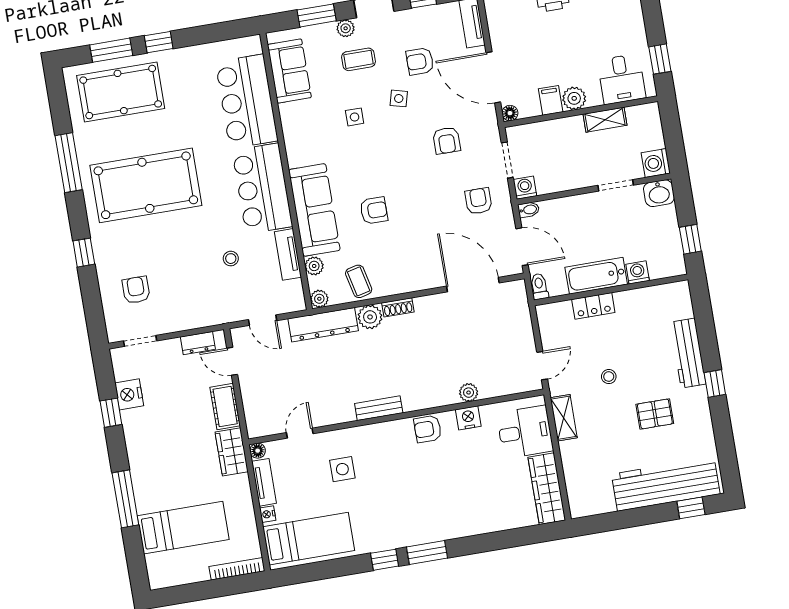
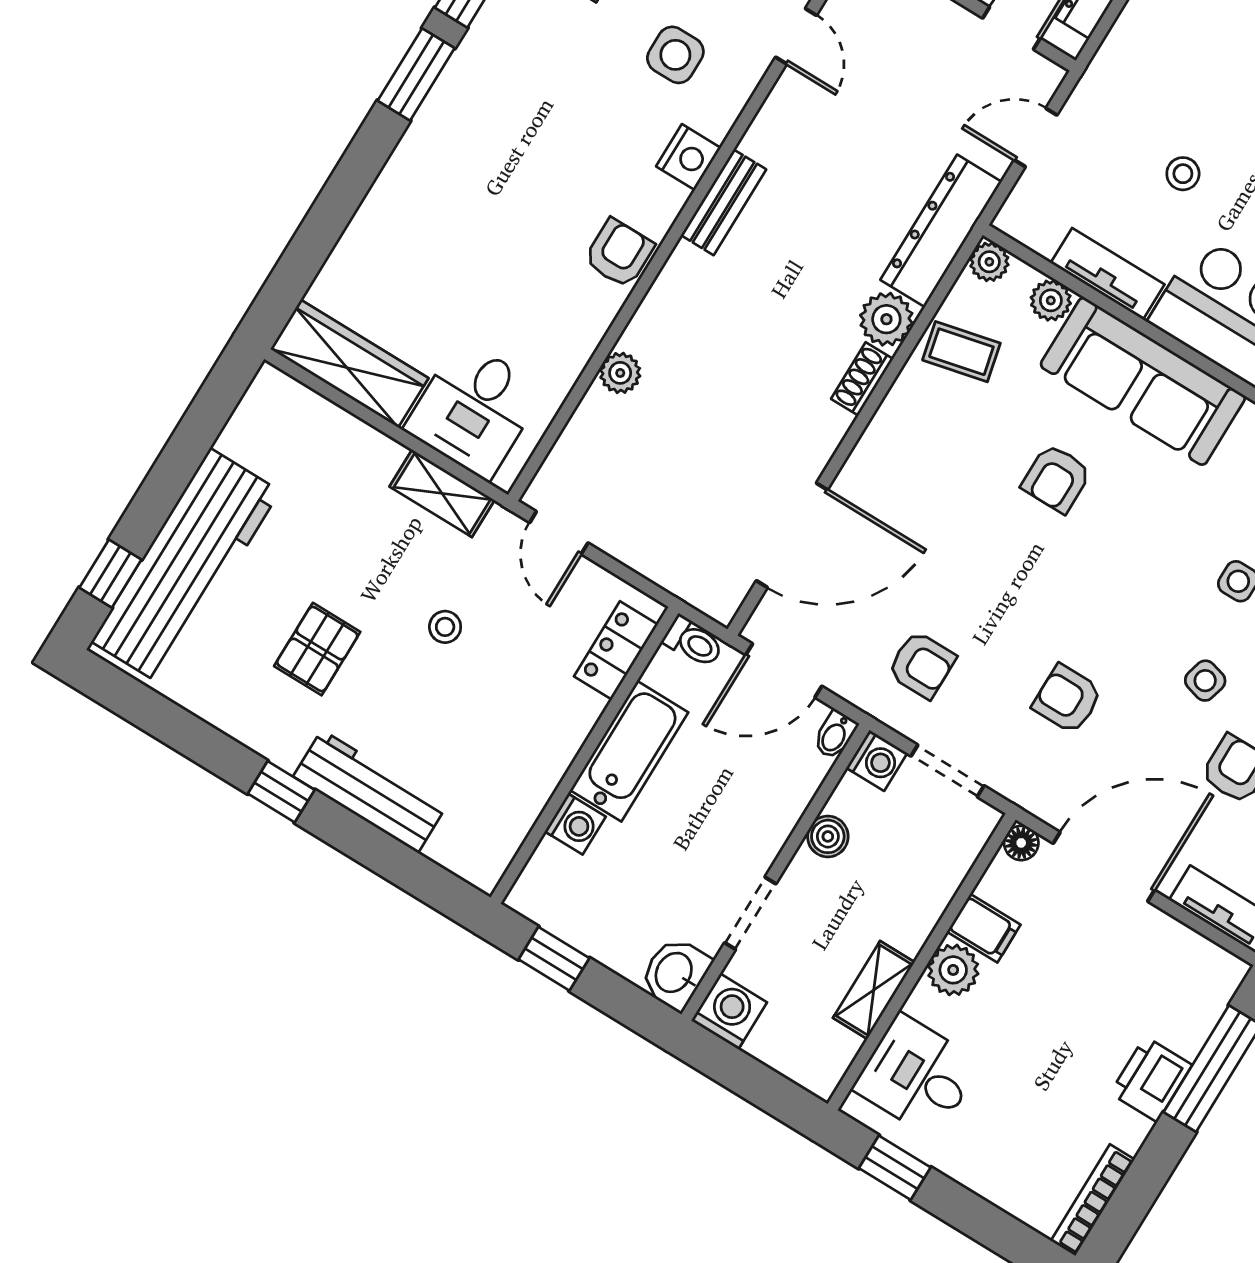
boiler: (566, 182) -> (828, 836), added
locker: (593, 306) -> (616, 650), moved
nightstand: (468, 418) -> (688, 157), moved

